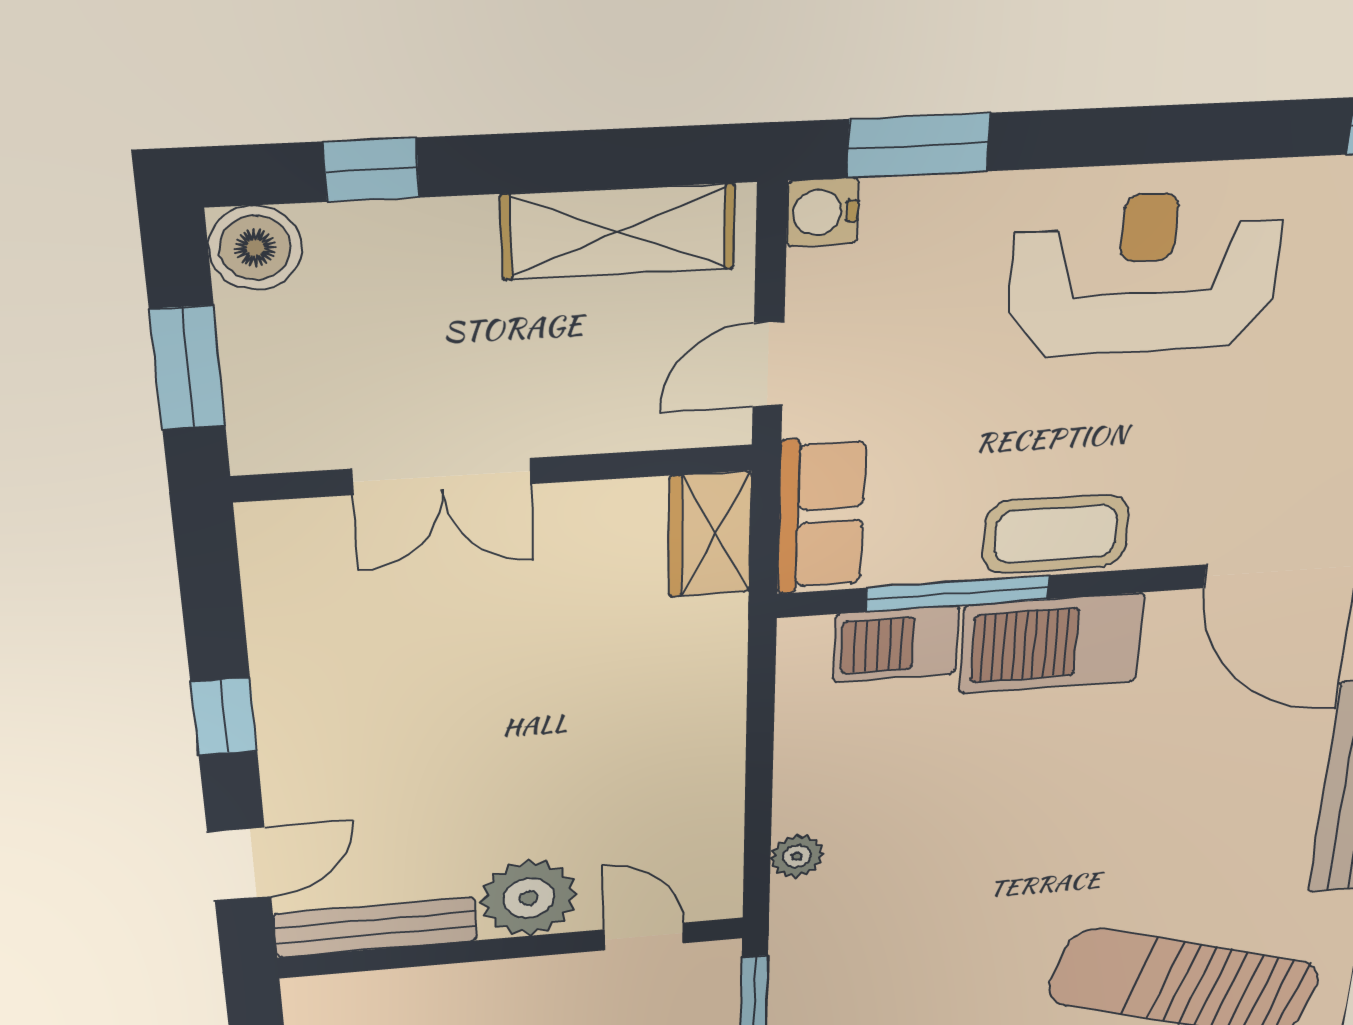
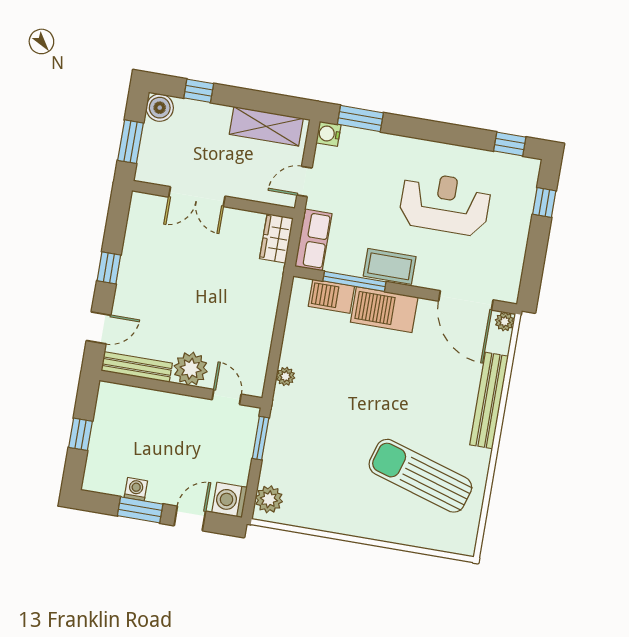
reception desk: (1145, 274) -> (445, 204), moved

